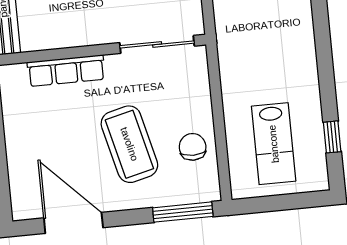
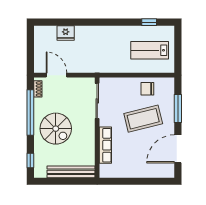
lab bench: (274, 144) -> (150, 50), turned 180
window: (183, 212) -> (178, 109), moved

